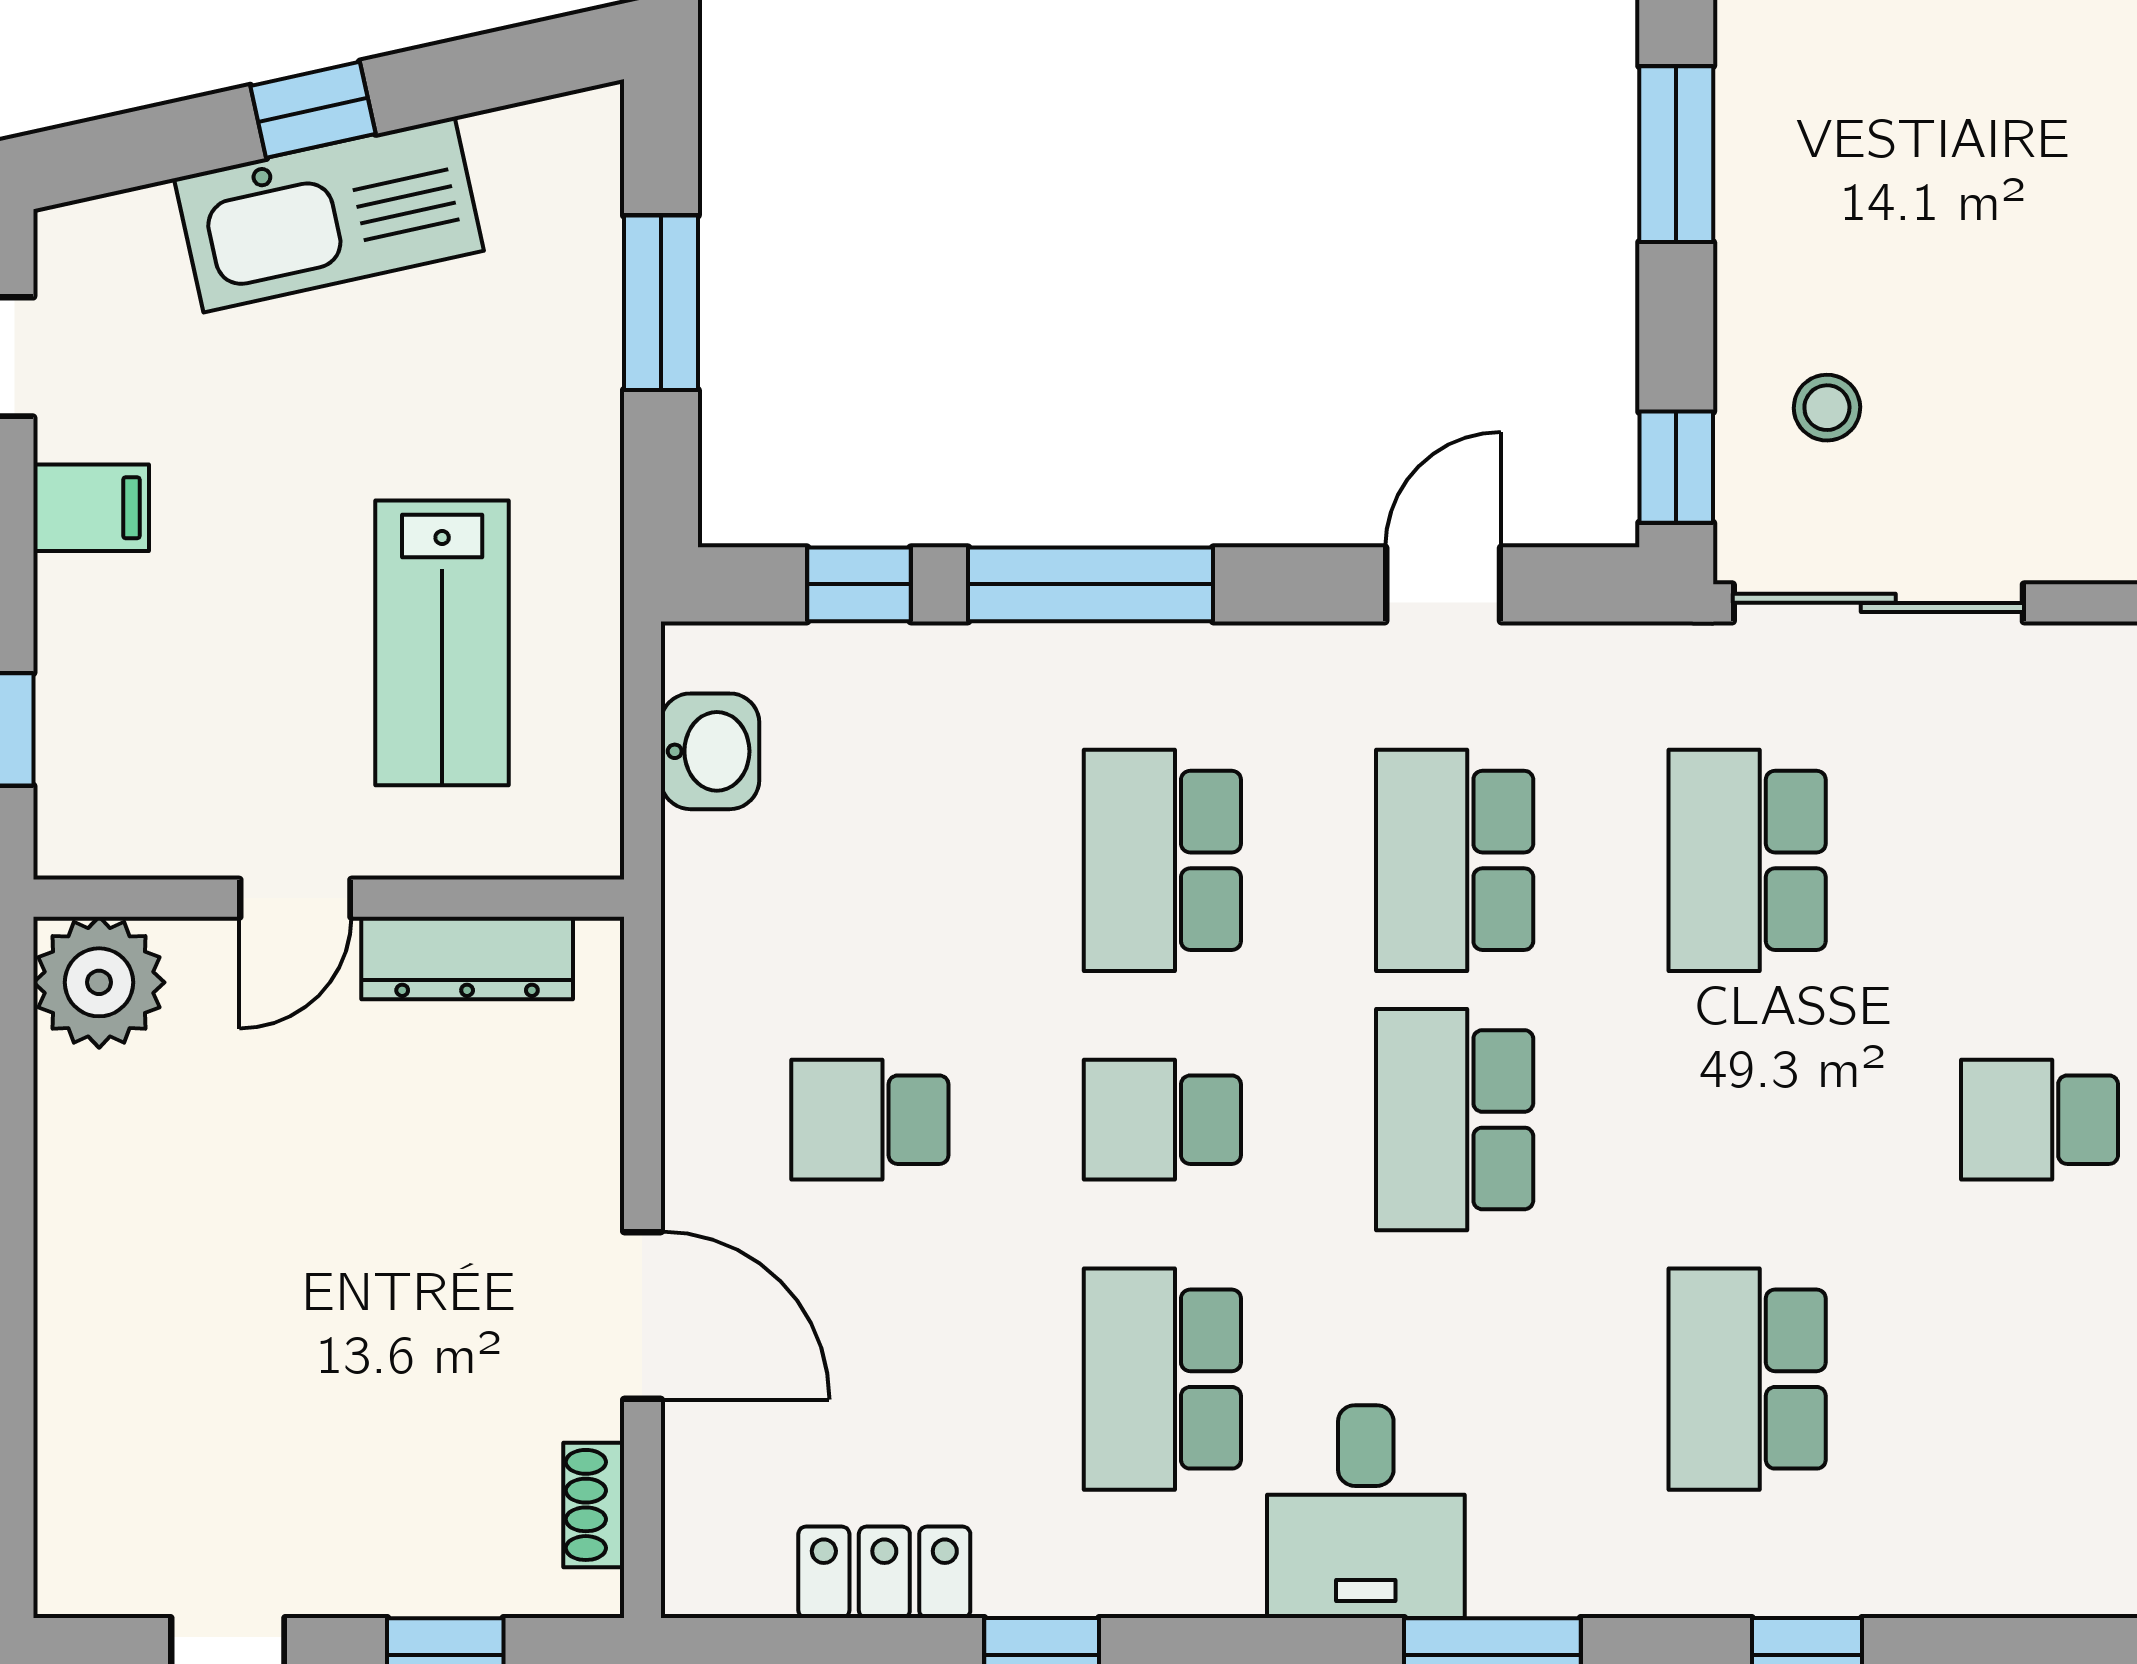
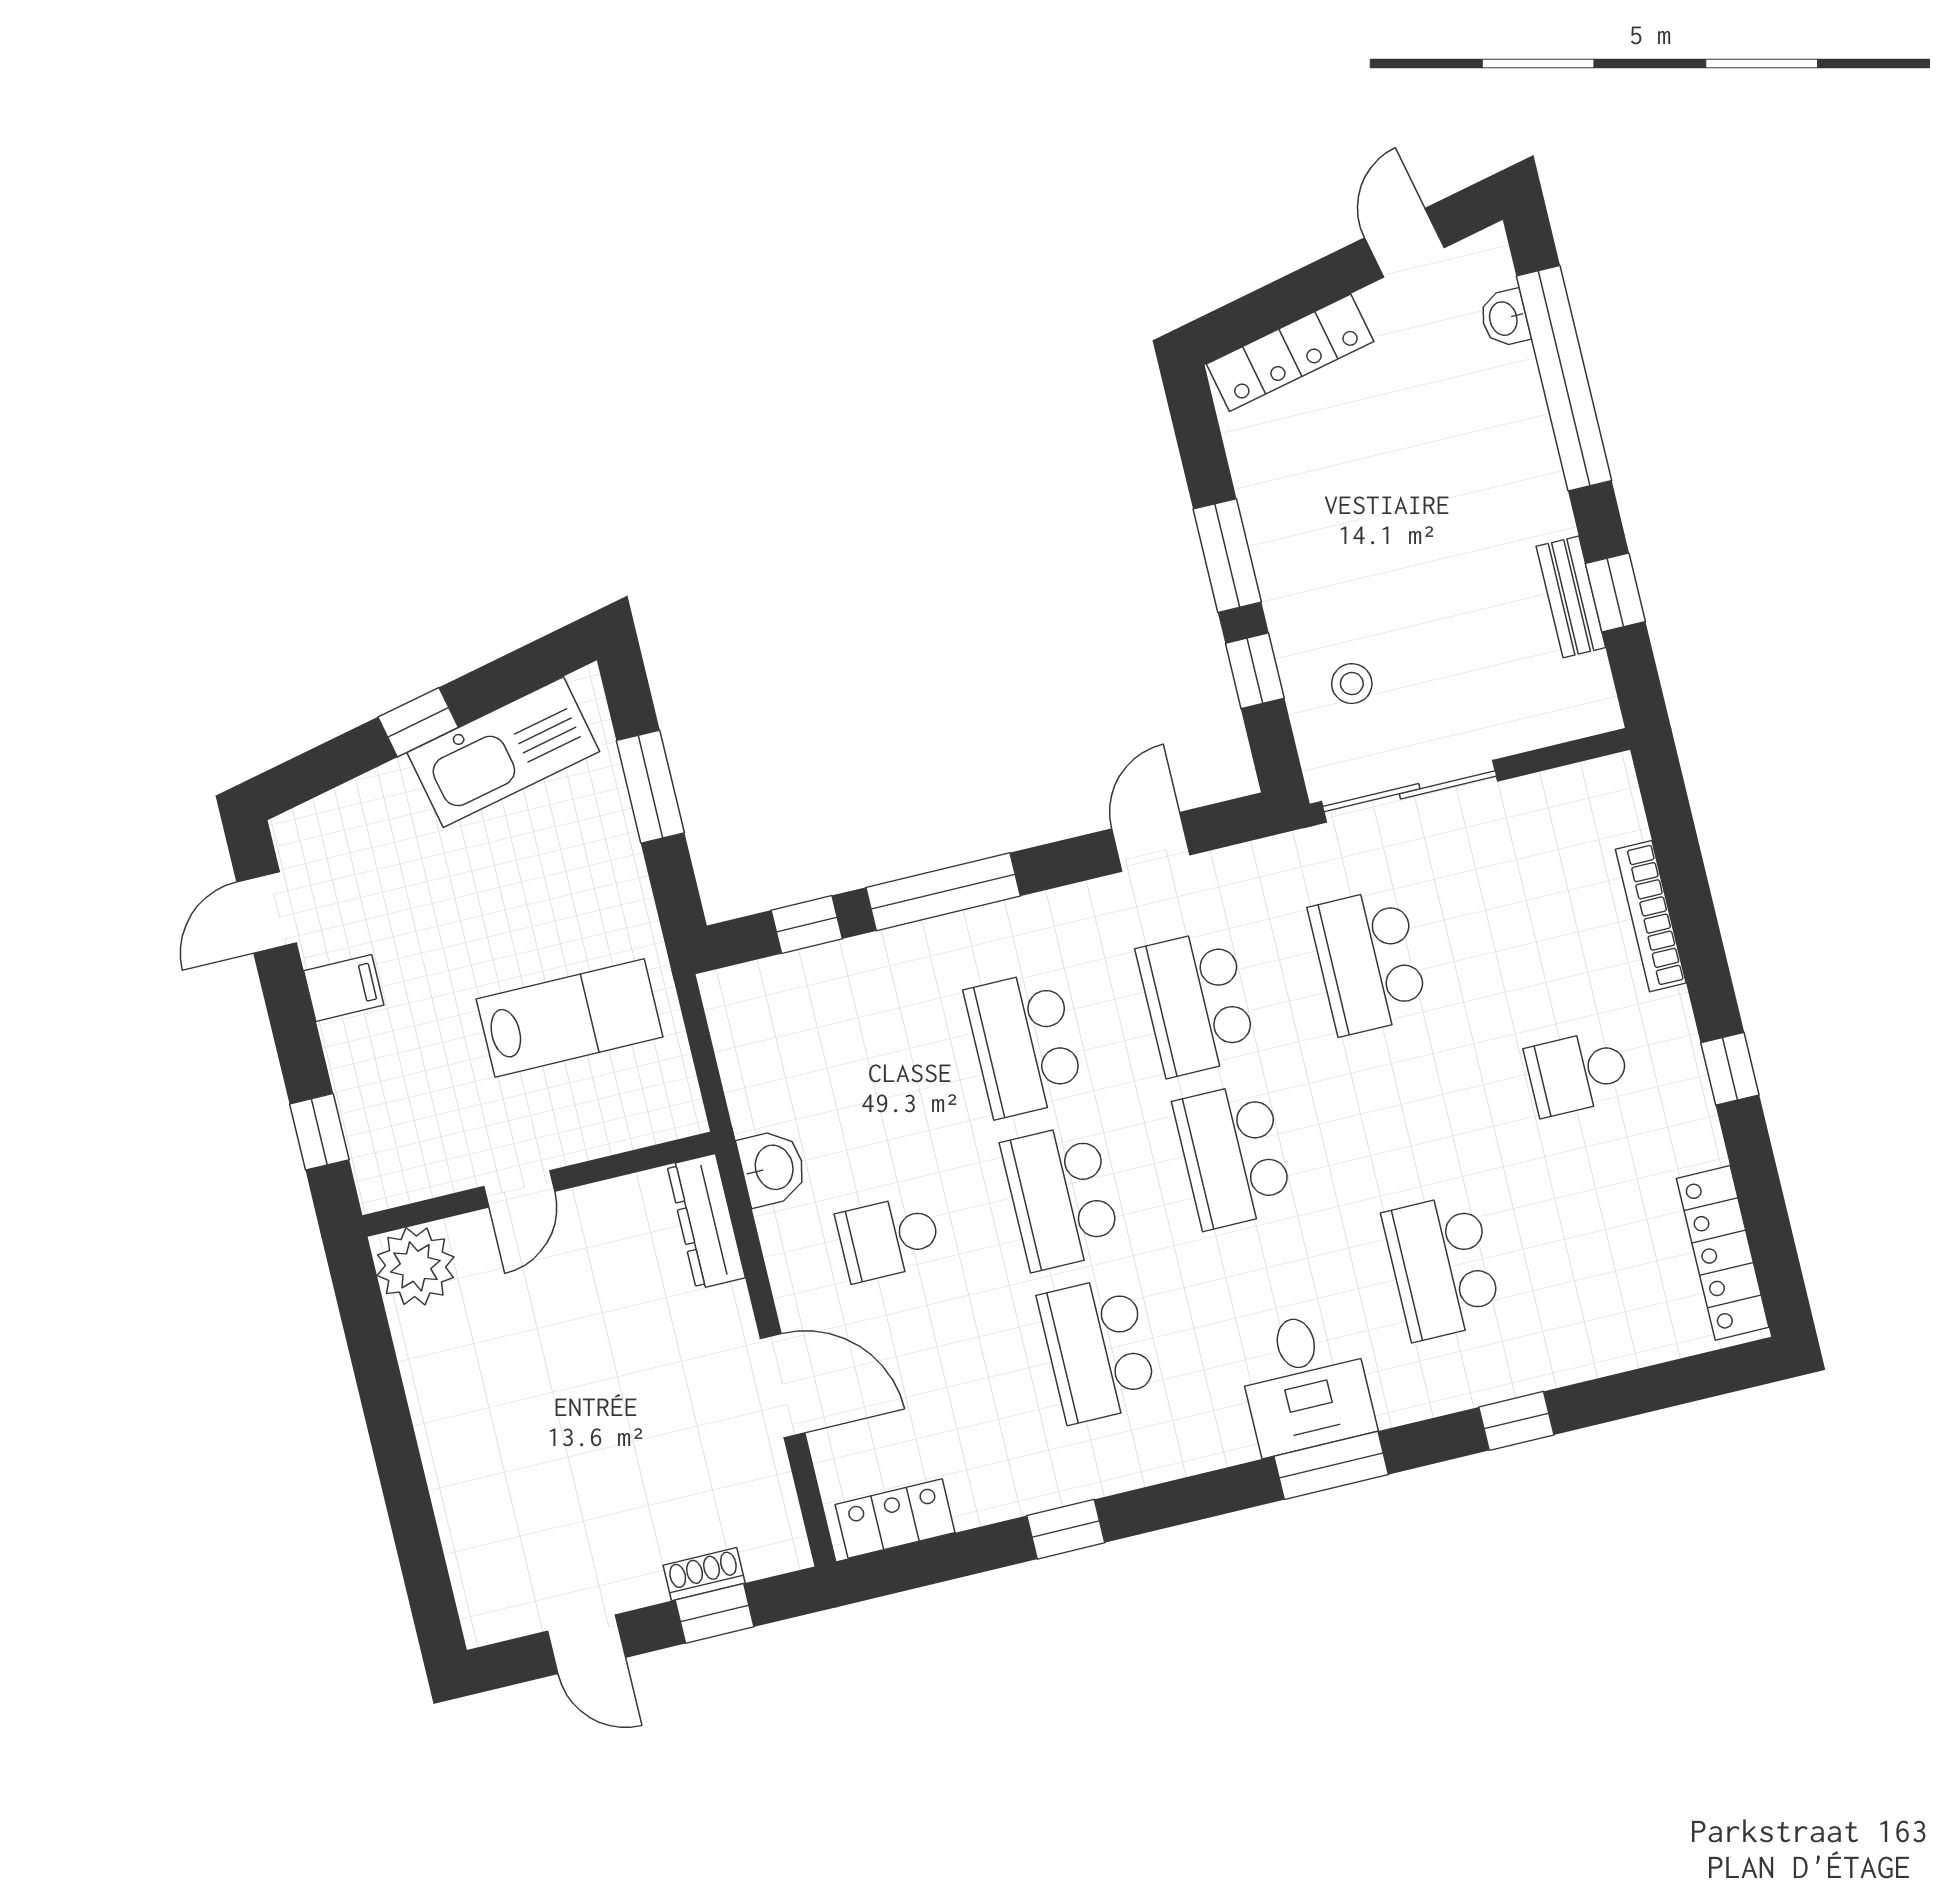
kitchen sink: (329, 215) -> (503, 752), moved
window: (1676, 467) -> (1255, 671), moved
lab bench: (442, 643) -> (570, 1018), turned -90
washbasin: (710, 751) -> (772, 1168), moved
dresser: (467, 958) -> (706, 1221), moved, turned 90
school desk: (1162, 1120) -> (1061, 1197), width x1.85
shoe rack: (594, 1505) -> (704, 1574), moved, turned 90
desk: (1366, 1512) -> (1305, 1382), moved
locker: (884, 1572) -> (895, 1519), moved

